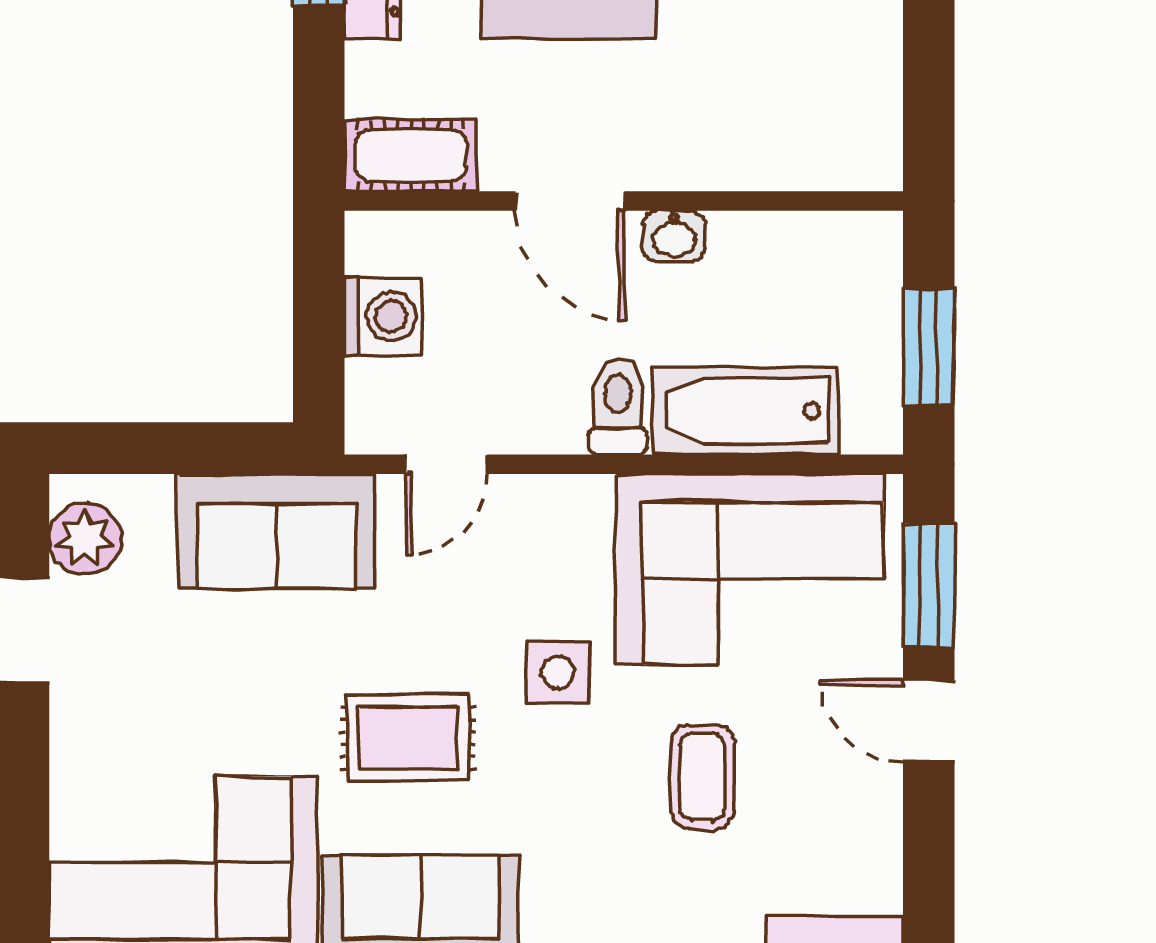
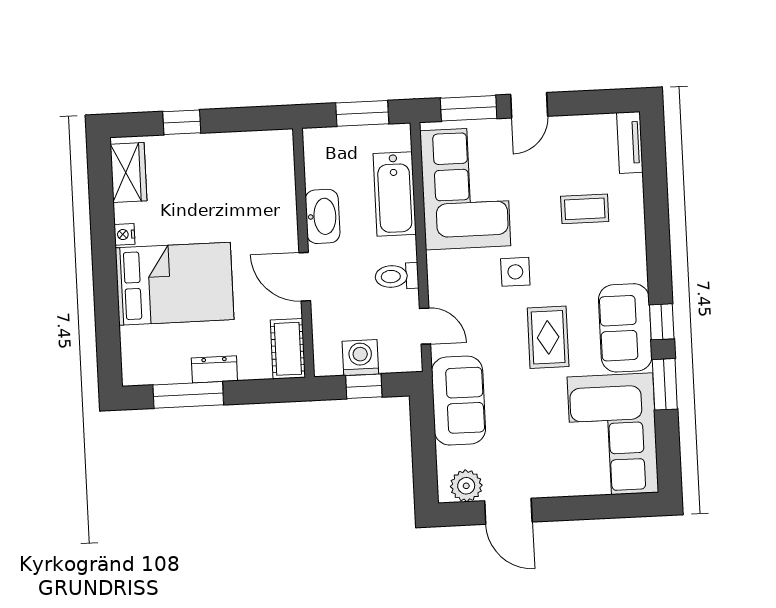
door: (570, 201) -> (305, 277), swing flipped
washbasin: (674, 236) -> (323, 216), width x1.91, depth x1.45
window: (319, 321) -> (364, 386), added
toilet: (618, 407) -> (397, 276), moved
coffee table: (702, 777) -> (585, 209), moved

